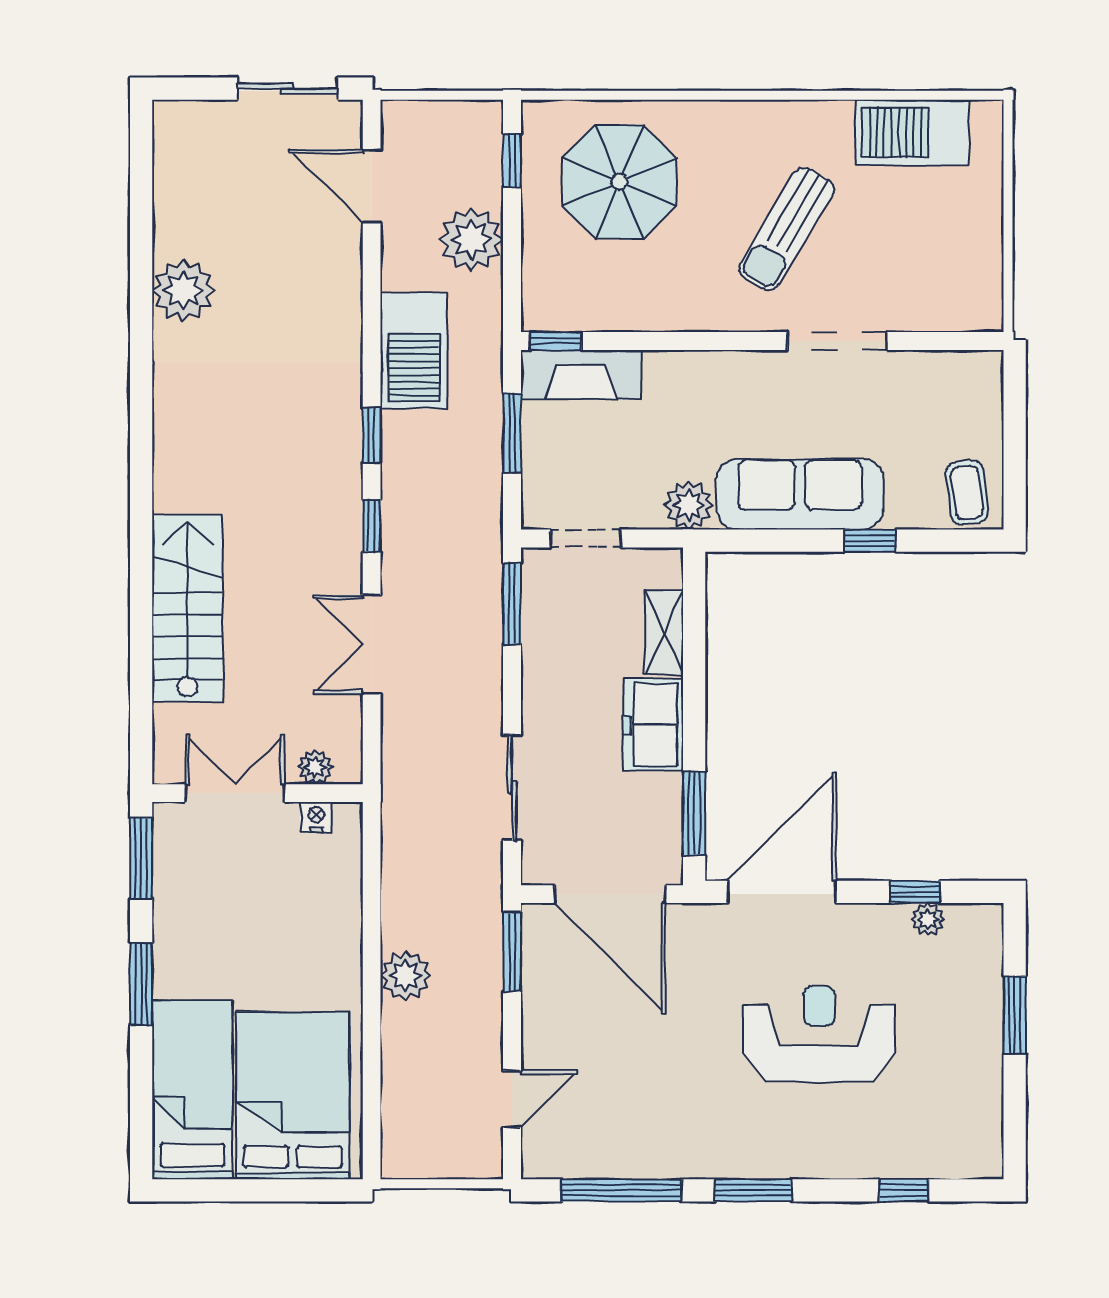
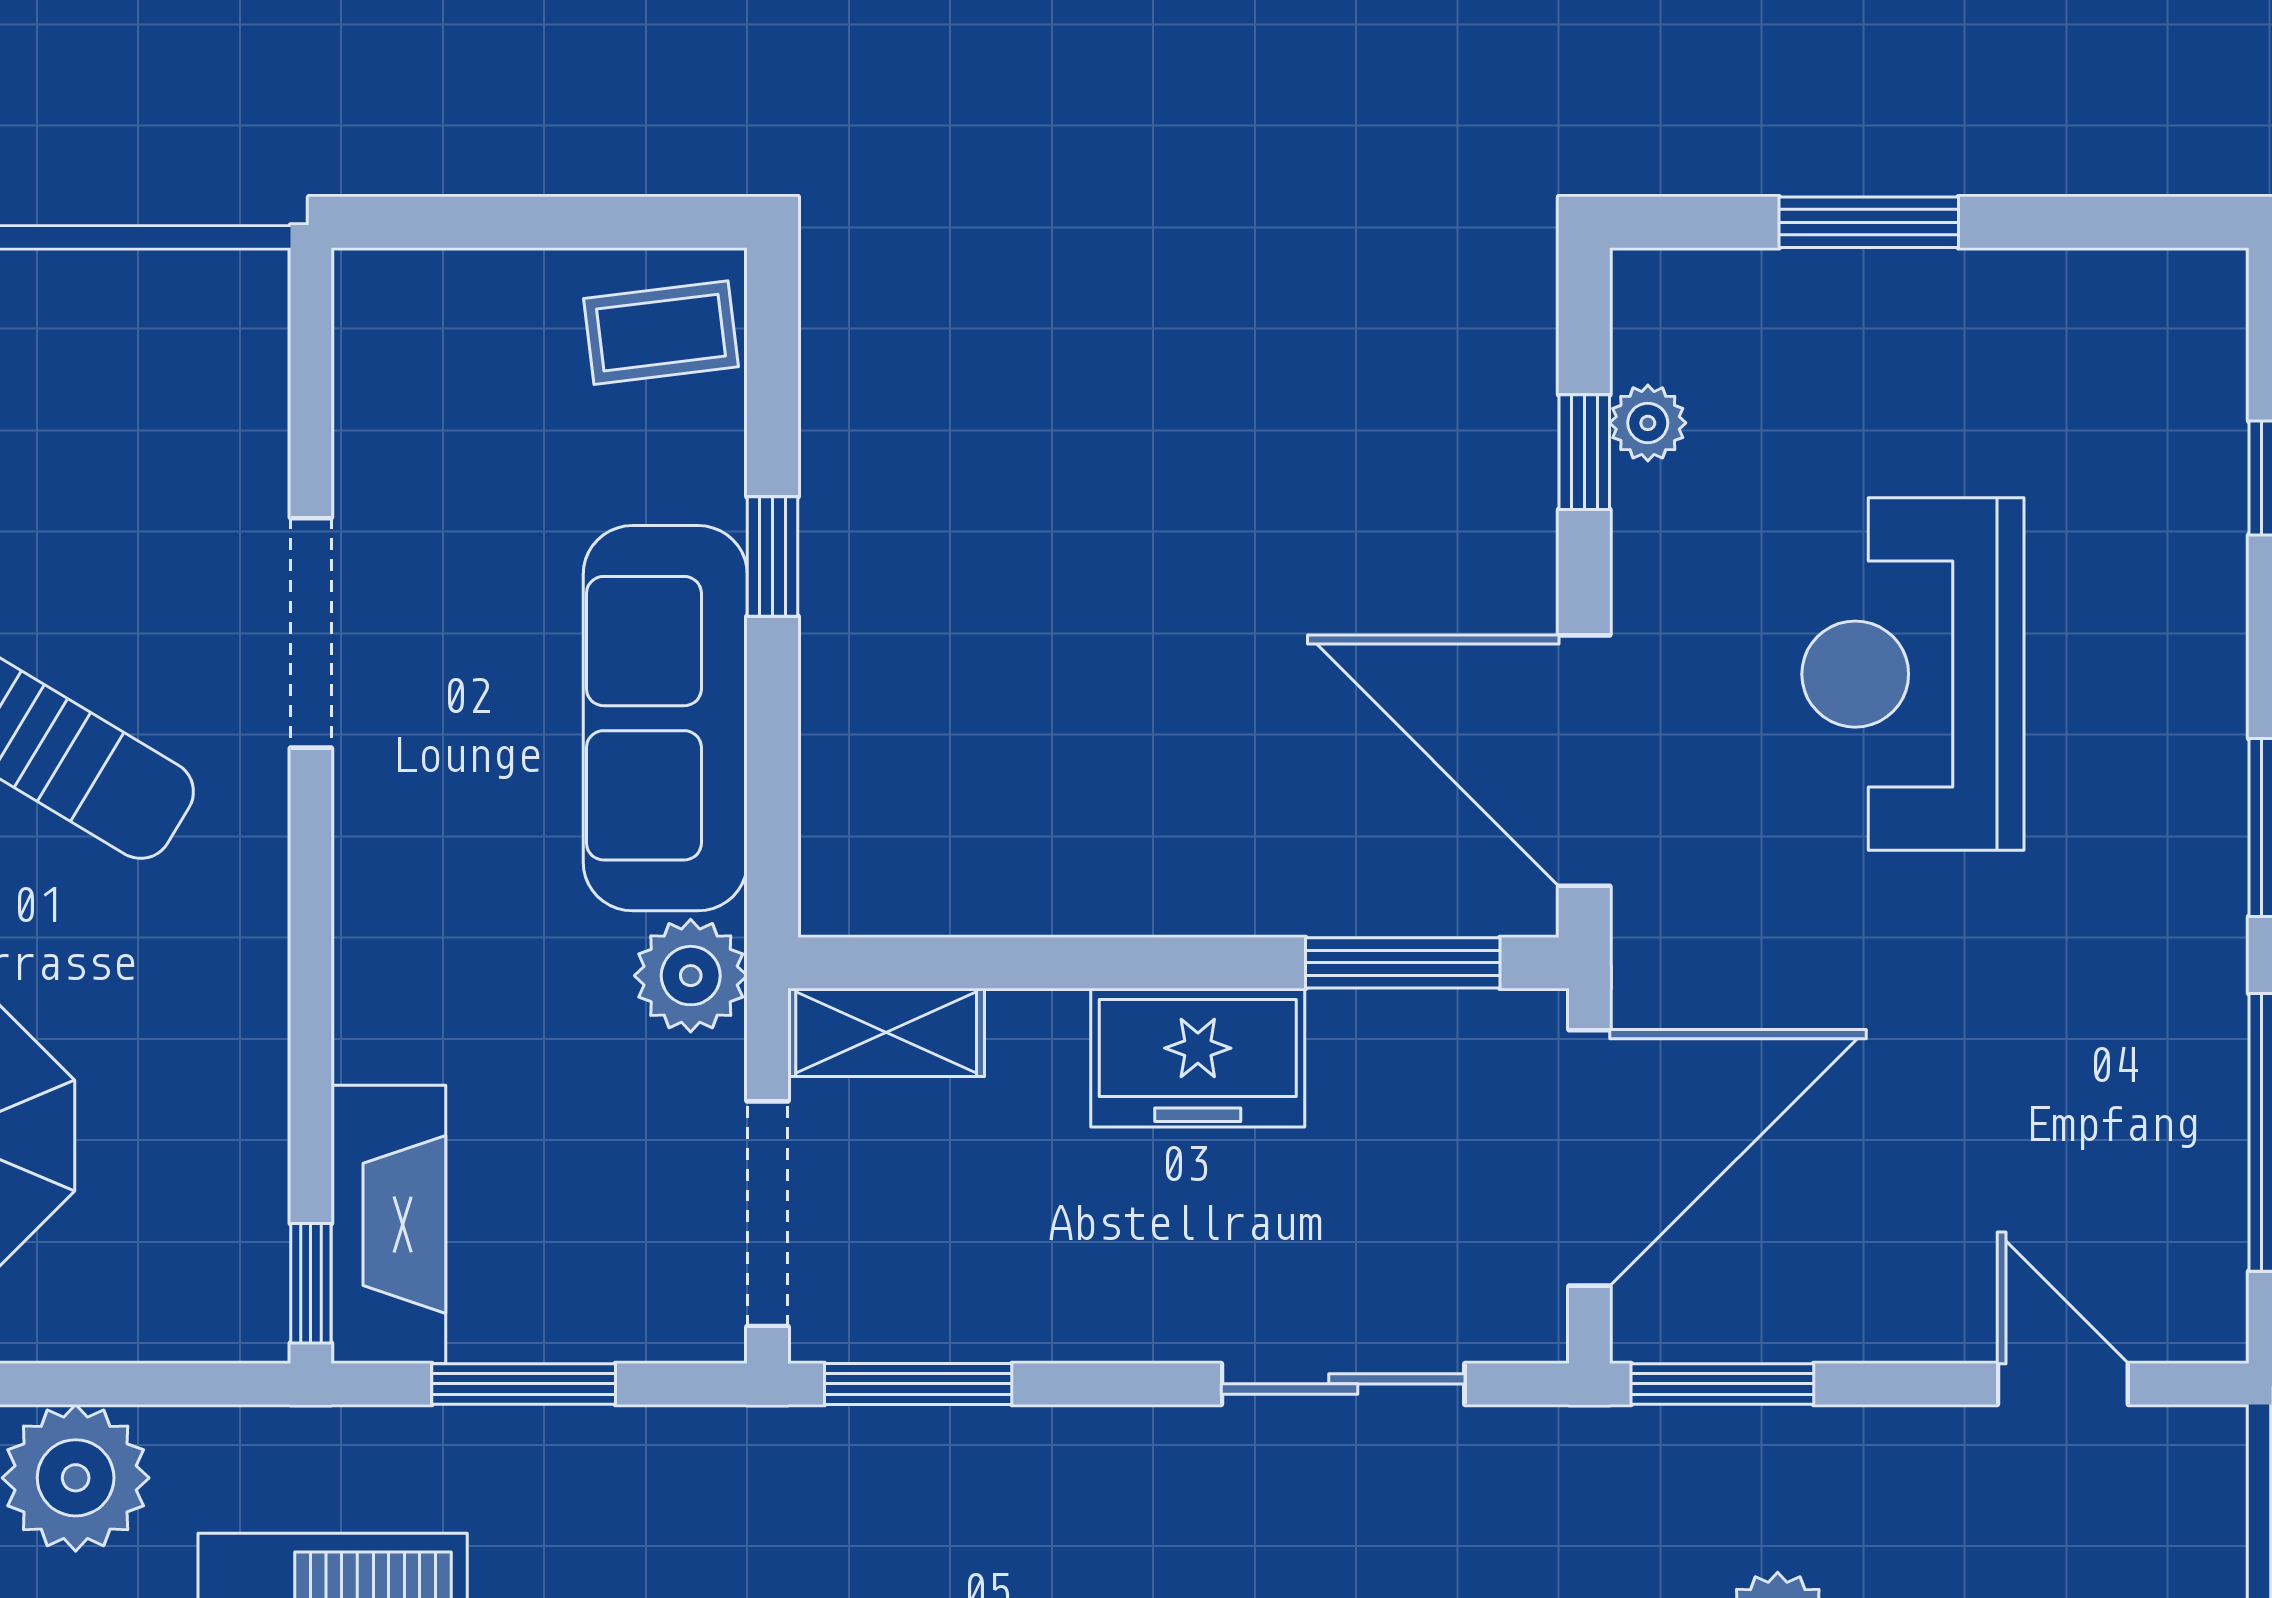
doorway: (586, 539) -> (767, 1214), width x1.38
shelving: (664, 632) -> (886, 1032), moved

